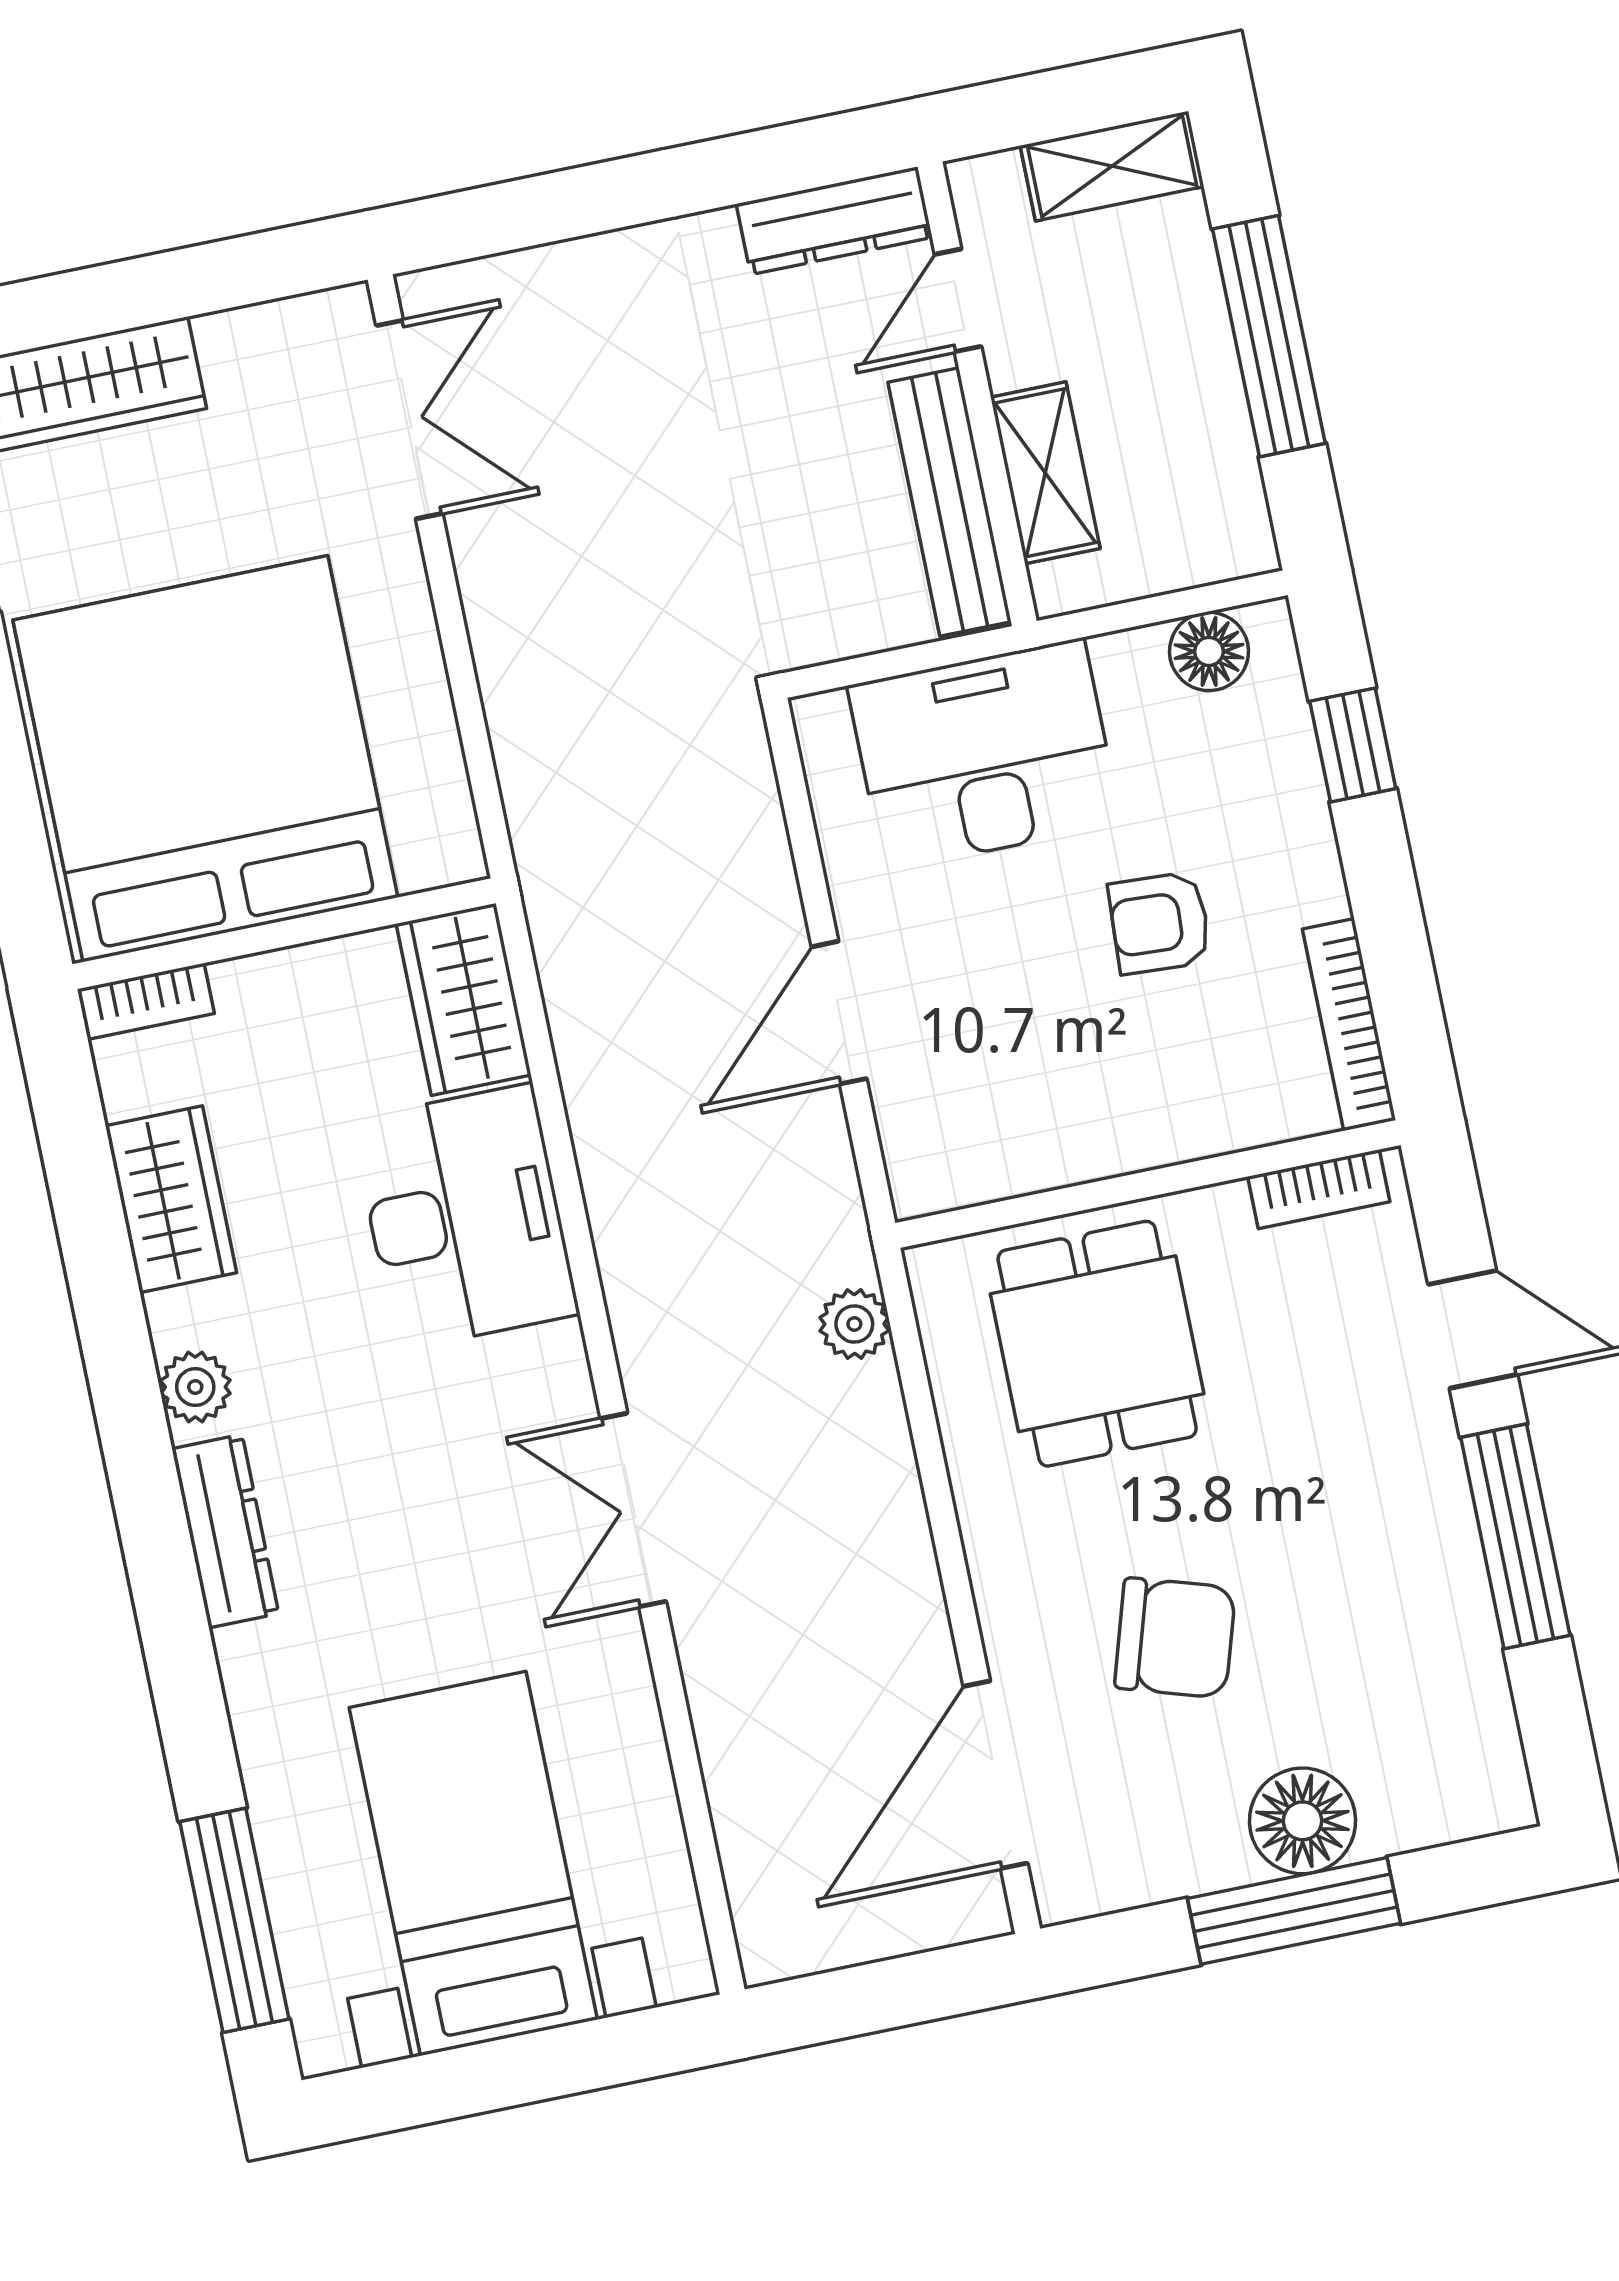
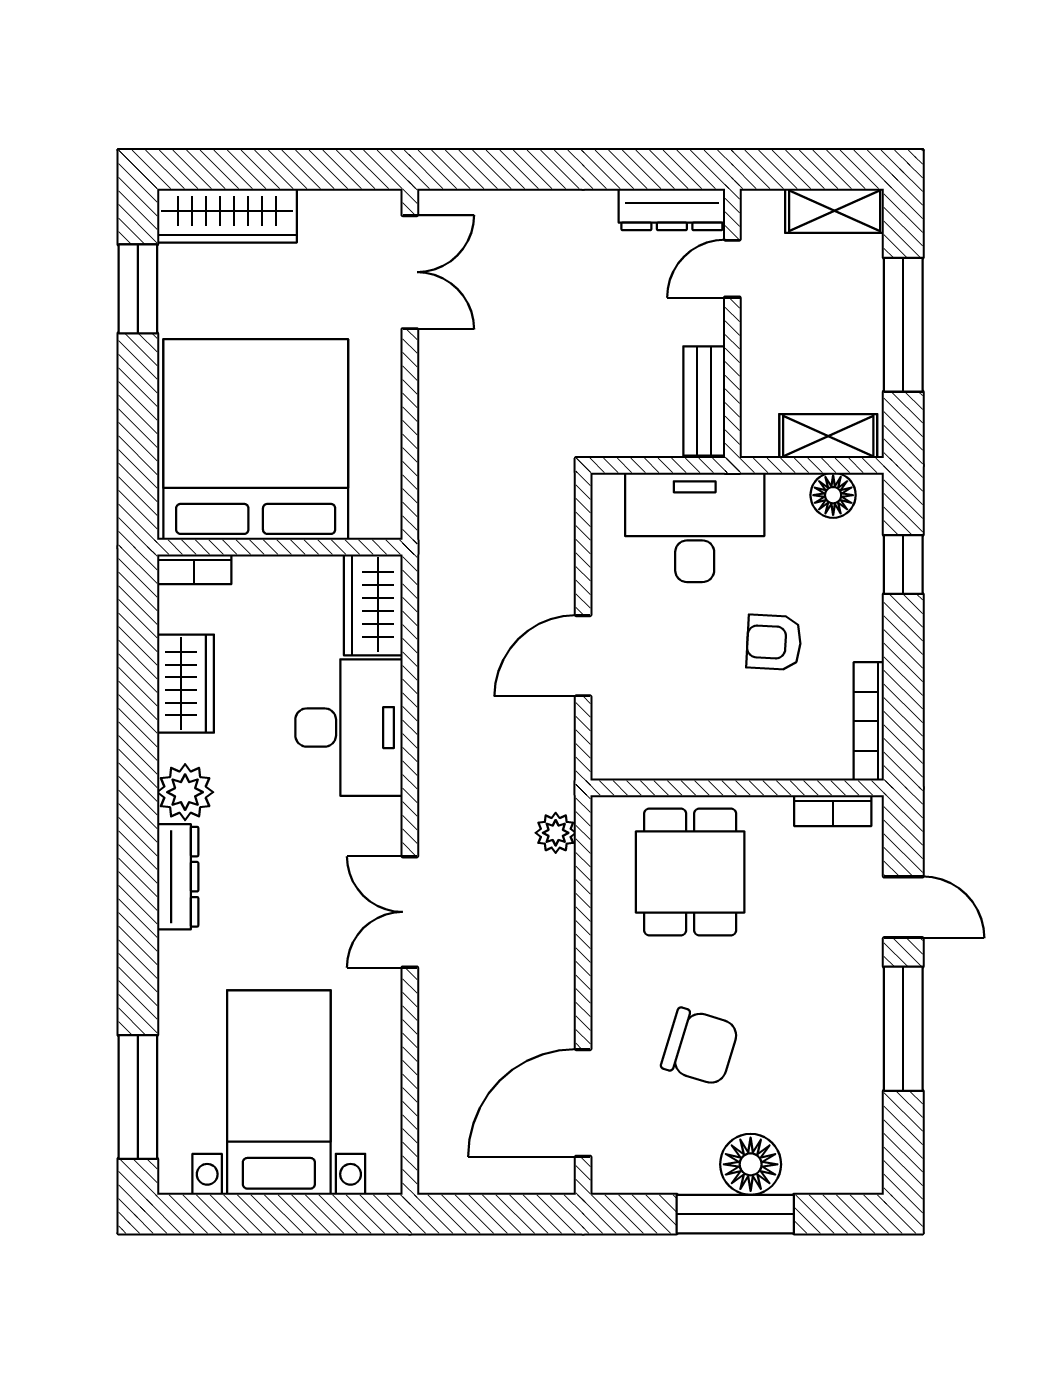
shelving: (1045, 473) -> (828, 436), moved, turned 90
bench: (949, 502) -> (704, 401), width x0.73
plant: (195, 1387) -> (185, 792), width x1.38, depth x1.38

